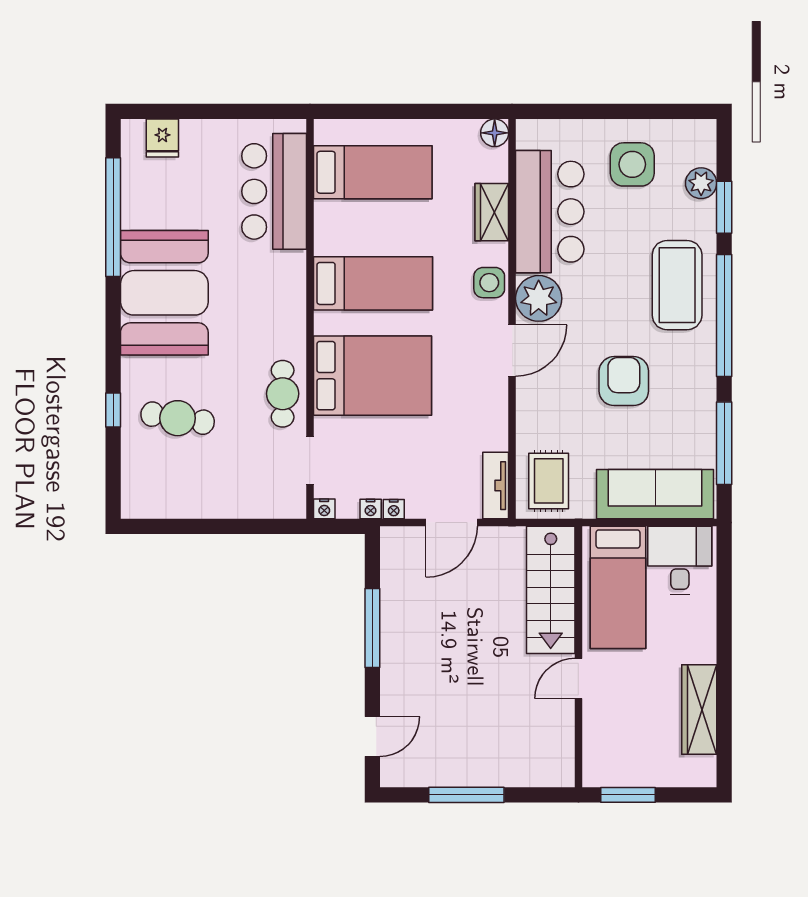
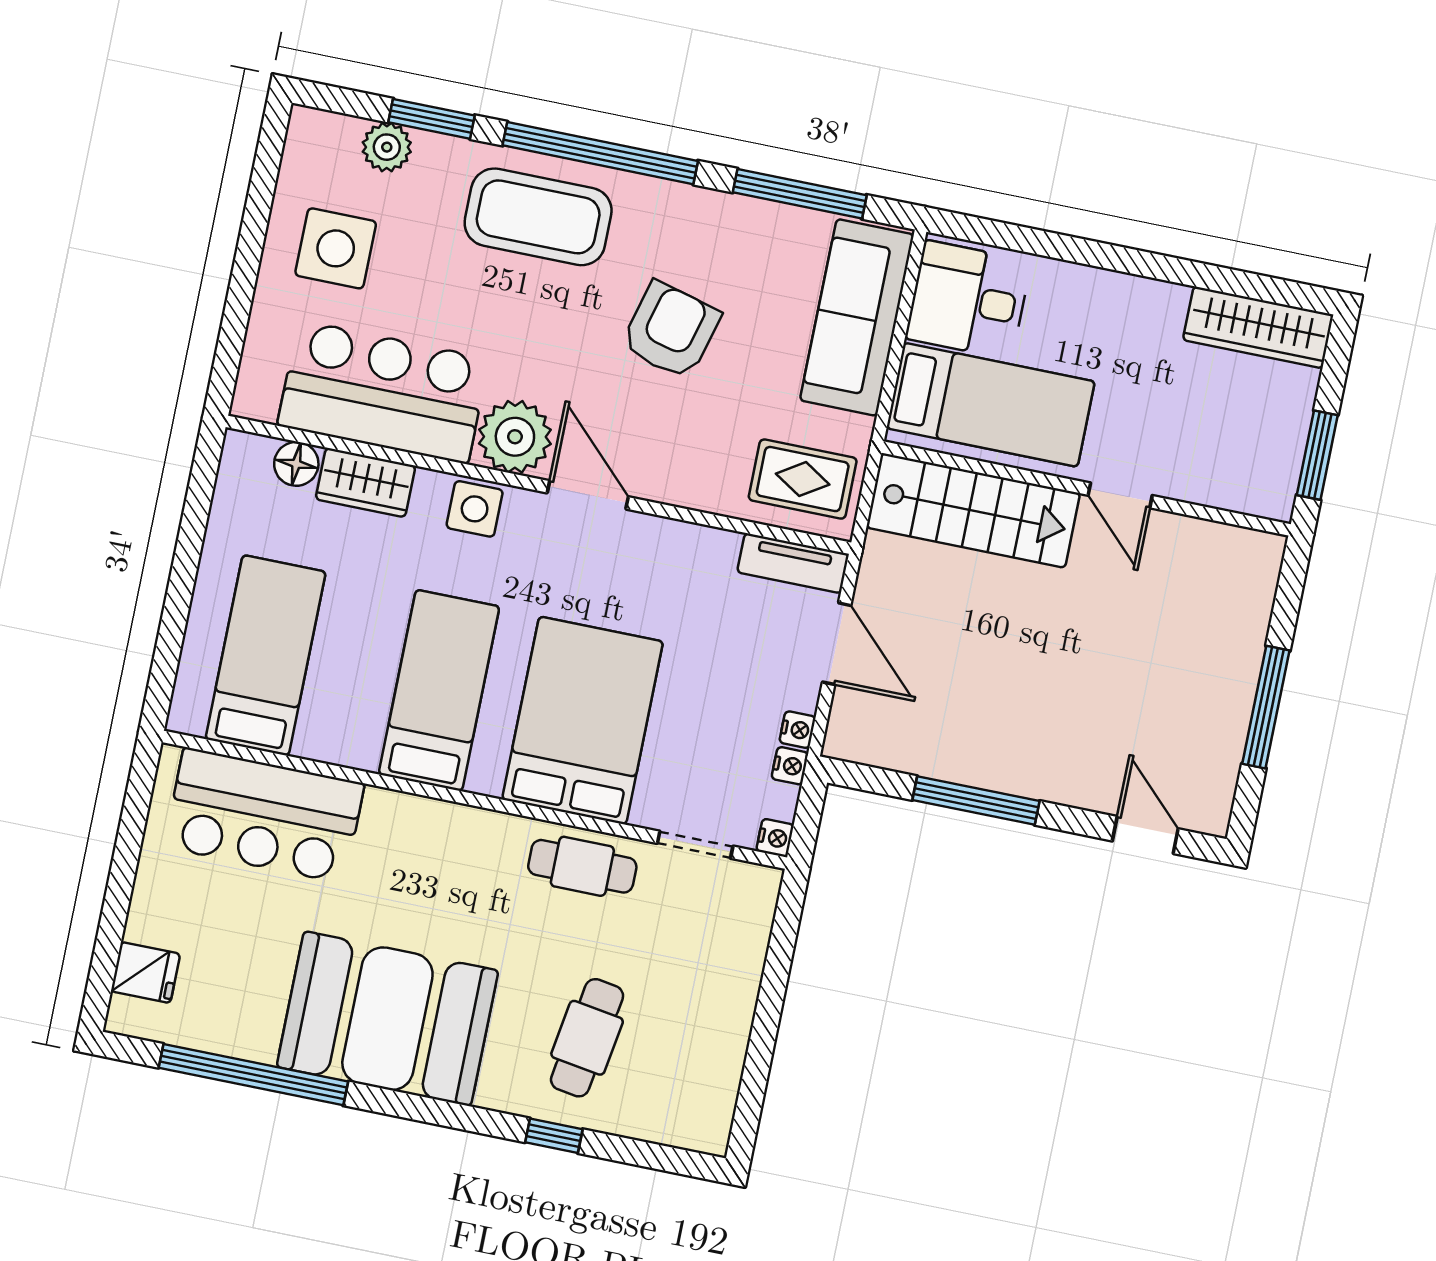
floor lamp: (495, 133) -> (296, 464), moved
armchair: (624, 381) -> (671, 330), turned 105
wardrobe: (699, 710) -> (1258, 327), moved

